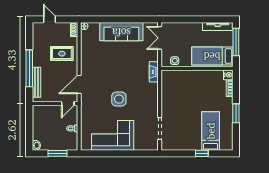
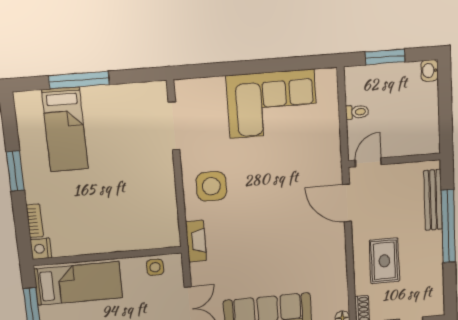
rug: (62, 54) -> (384, 261), turned 90
door: (79, 84) -> (347, 203), swing flipped
side table: (119, 99) -> (211, 186), moved
window: (202, 153) -> (79, 80), width x2.17

